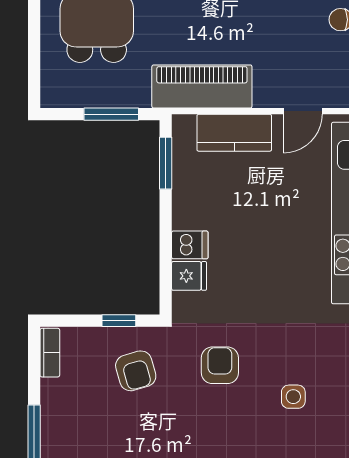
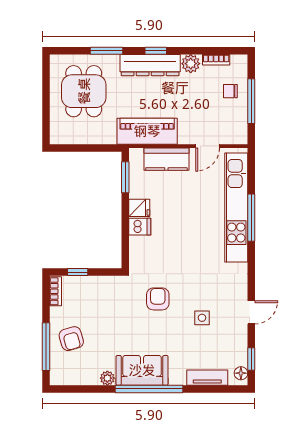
window: (111, 114) -> (93, 148), removed
fridge: (189, 276) -> (139, 208), moved
window: (119, 321) -> (78, 272), moved
armchair: (136, 371) -> (71, 339), moved

